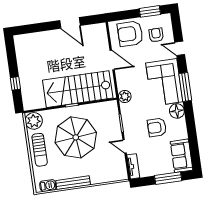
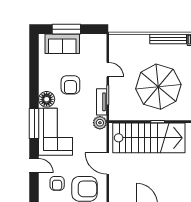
armchair: (157, 127) -> (70, 85), turned 90
sofa: (182, 156) -> (62, 44), moved, turned 90
tv unit: (133, 166) -> (102, 102), moved

